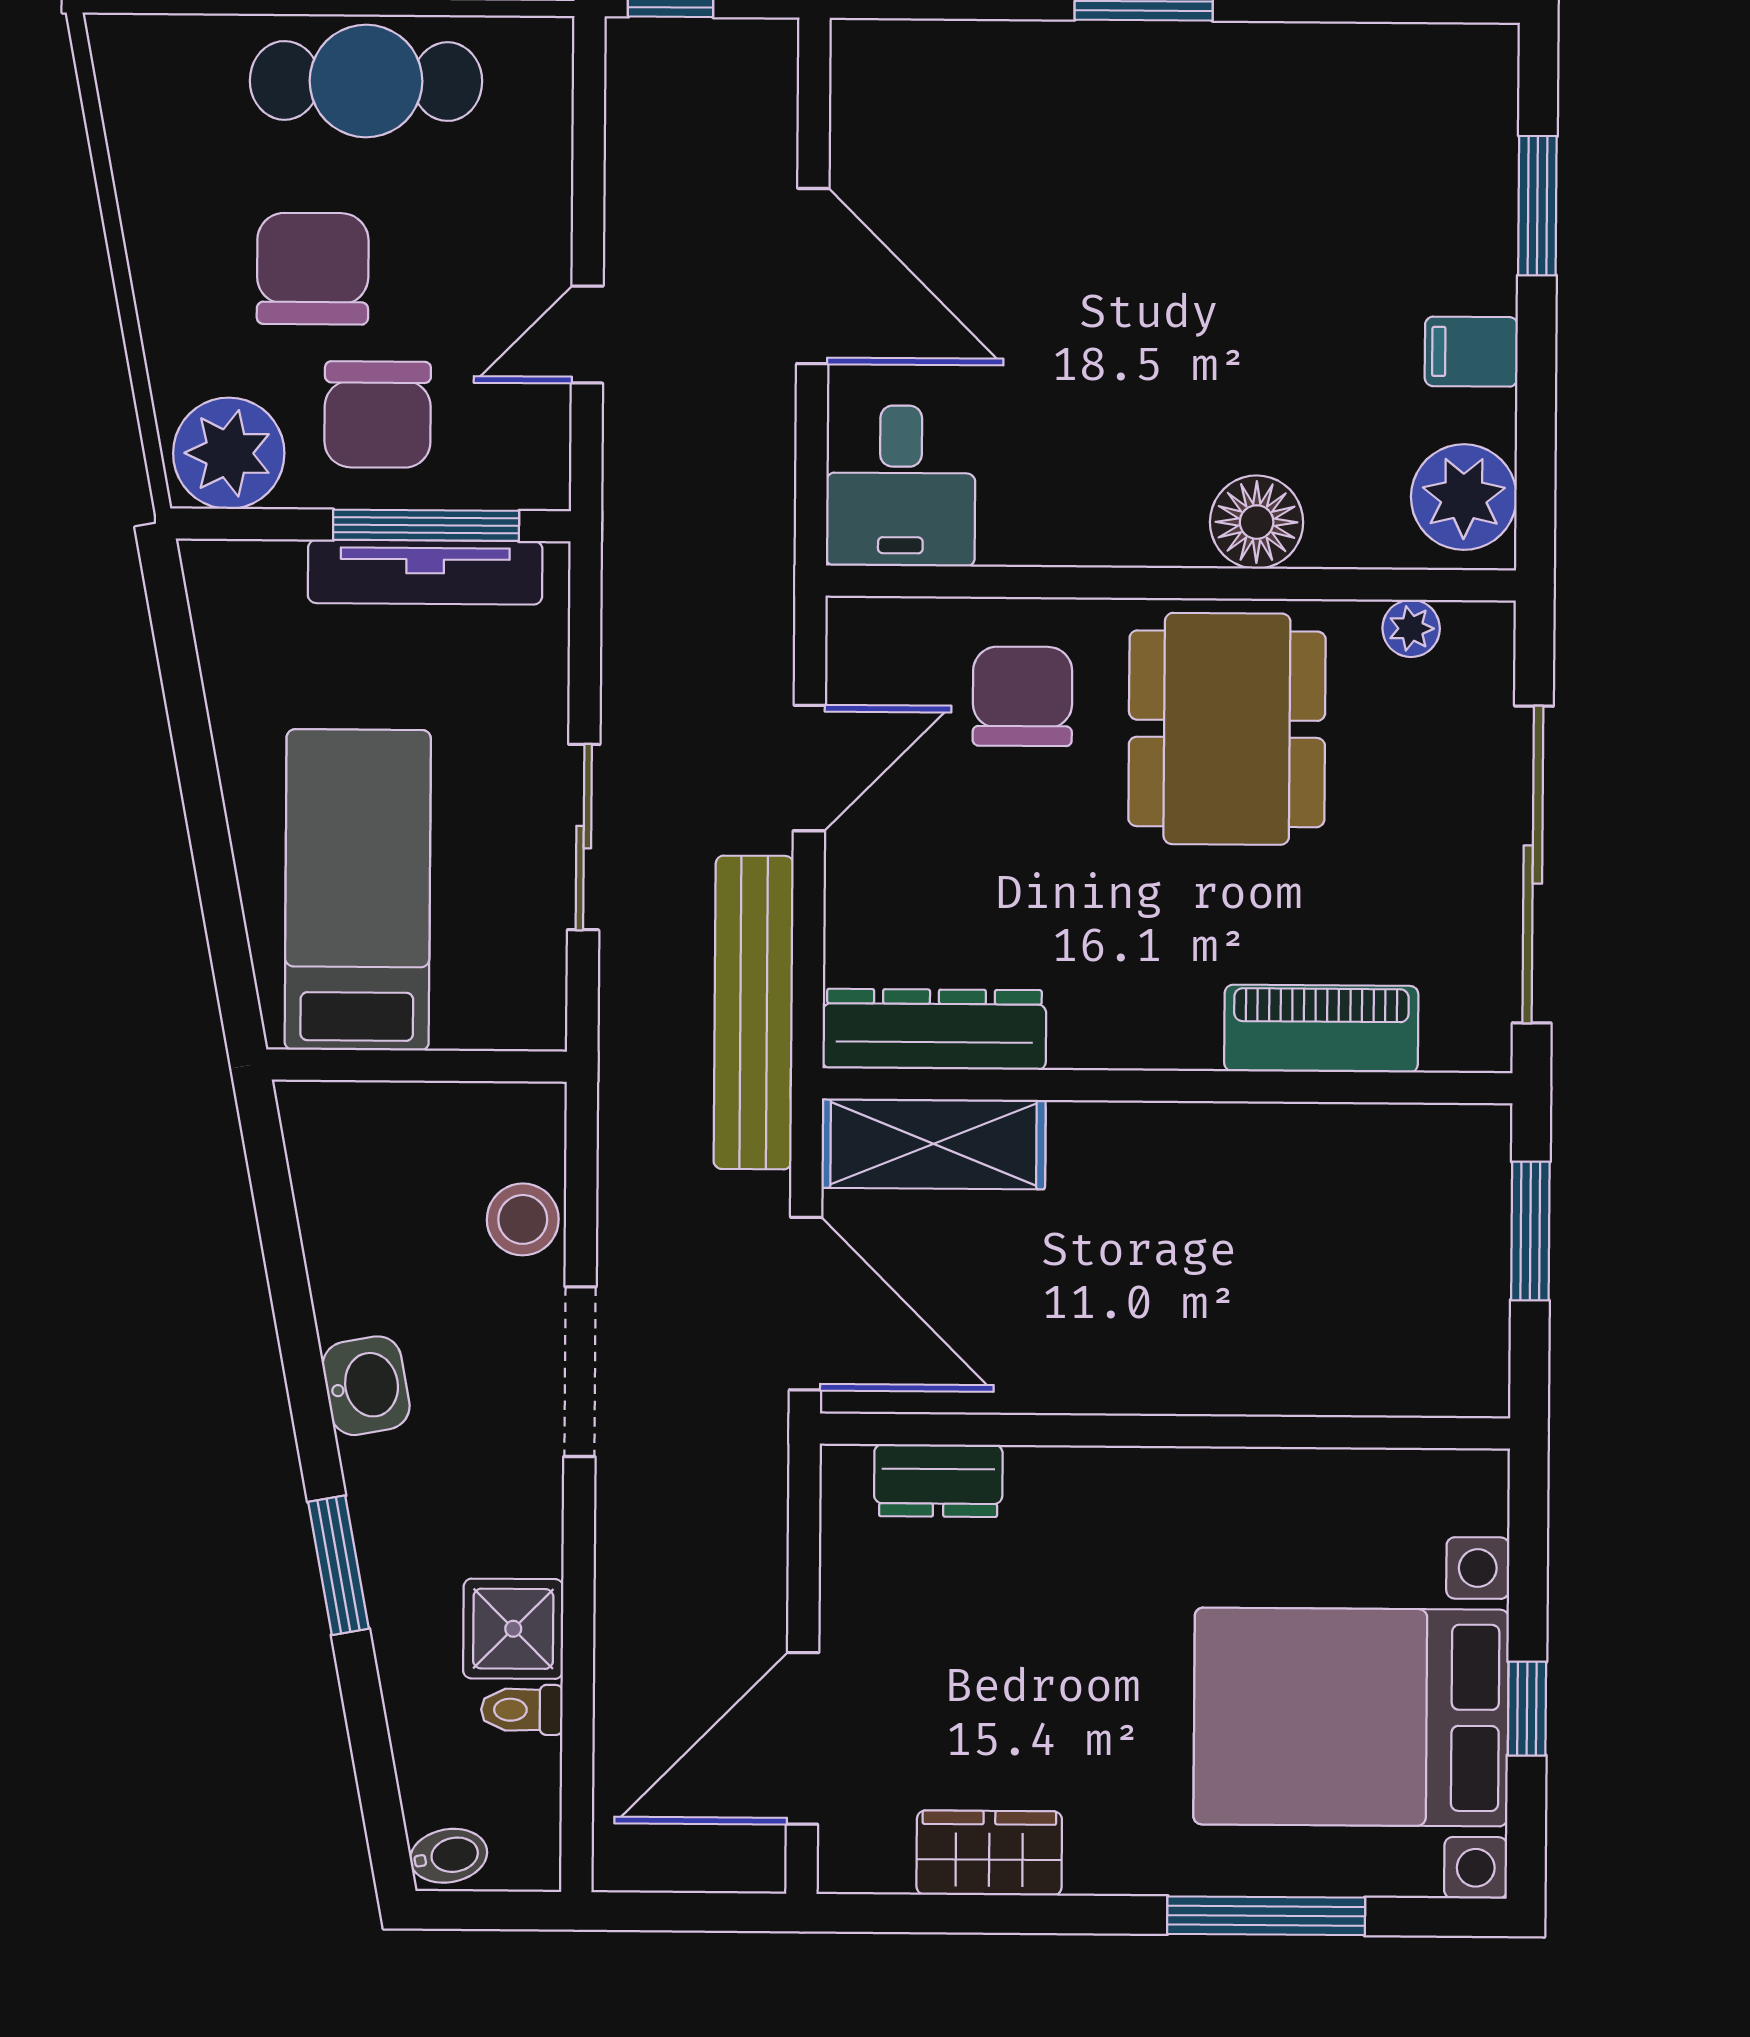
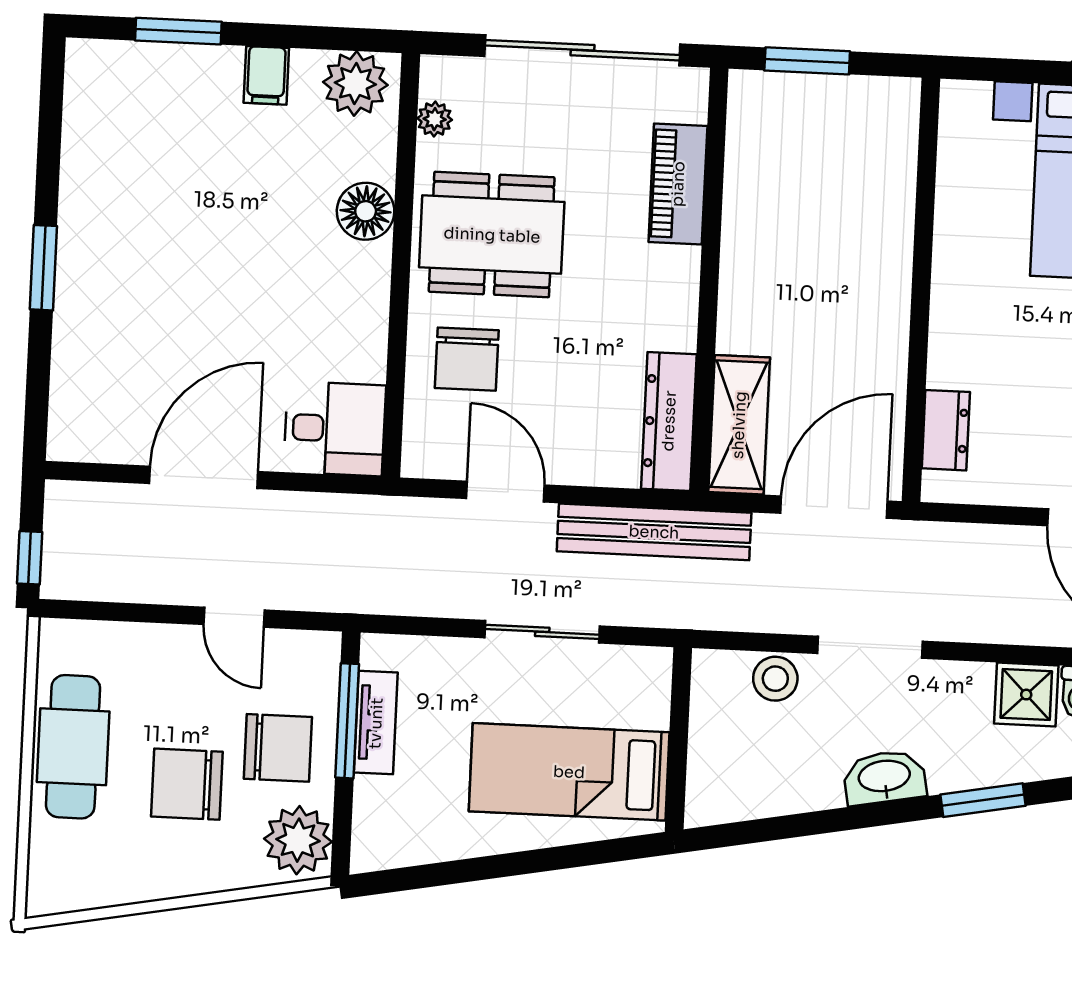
tv unit: (425, 572) -> (376, 723), width x0.71
chair: (1022, 696) -> (467, 359), turned -90
washbasin: (366, 1386) -> (884, 777), width x1.38

